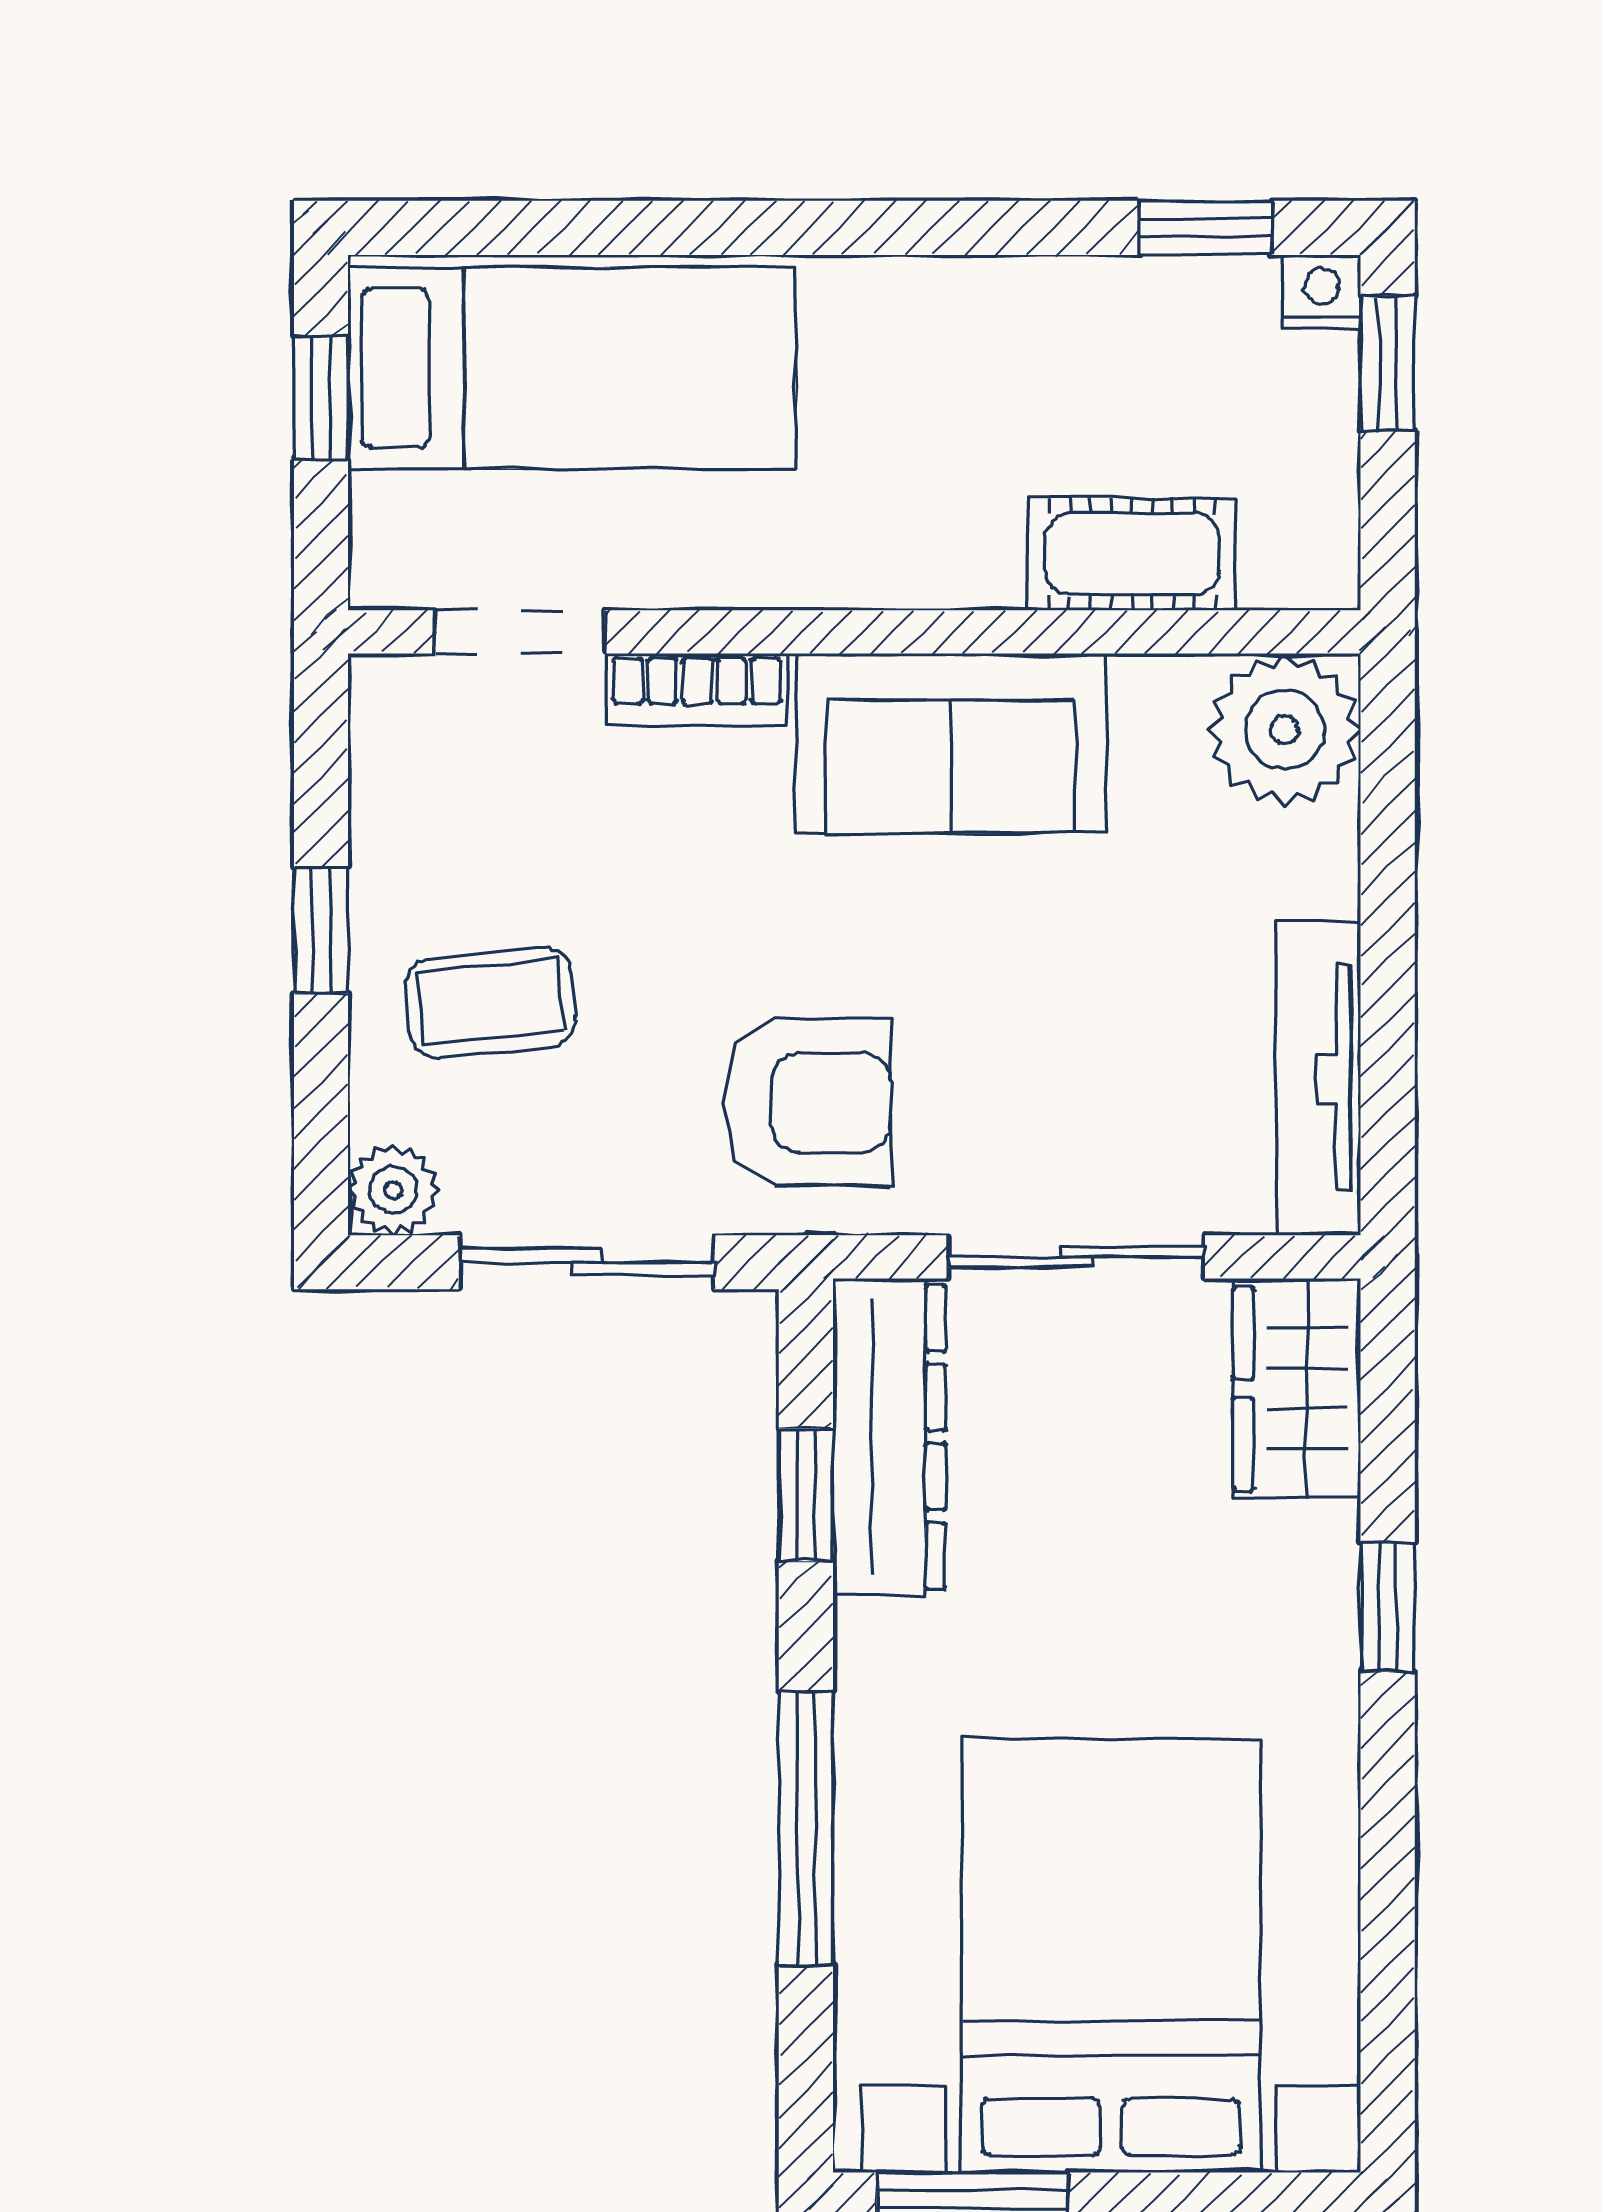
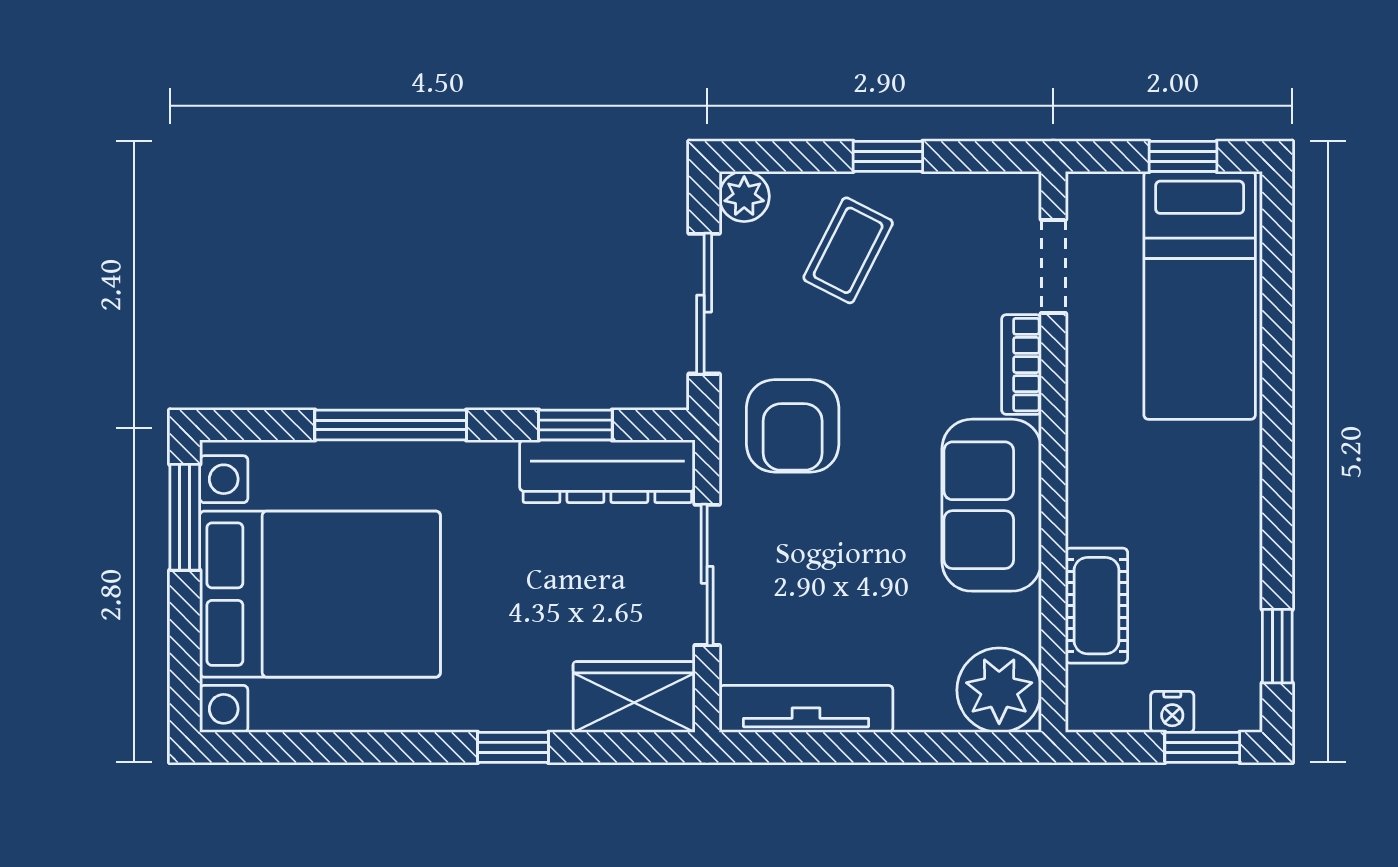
nightstand: (1322, 292) -> (1172, 712), moved, turned 90
coffee table: (491, 1002) -> (848, 250), turned 33

